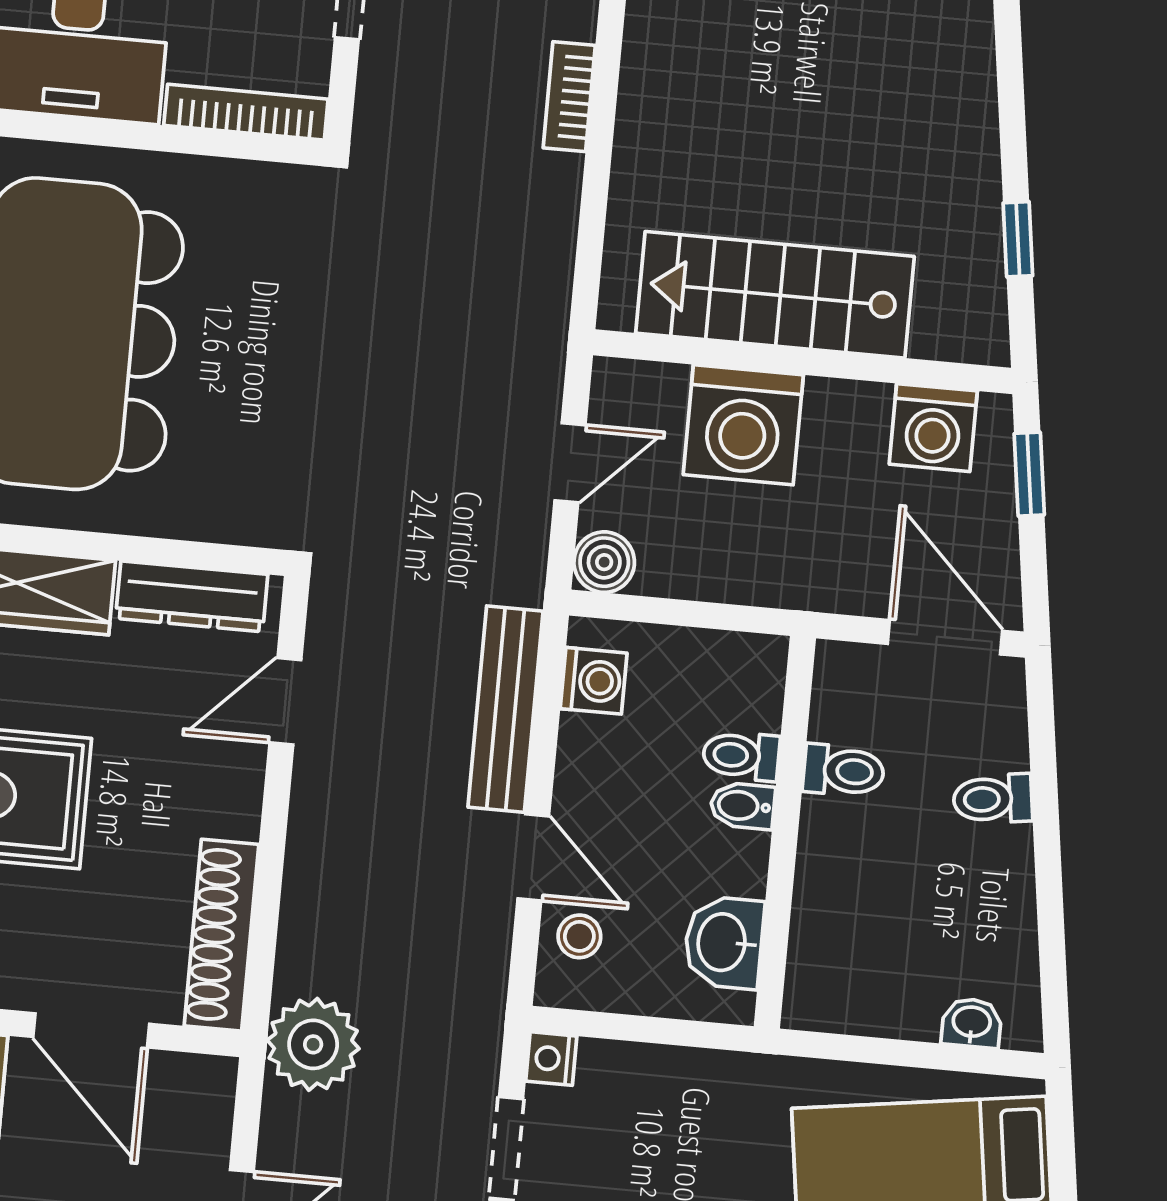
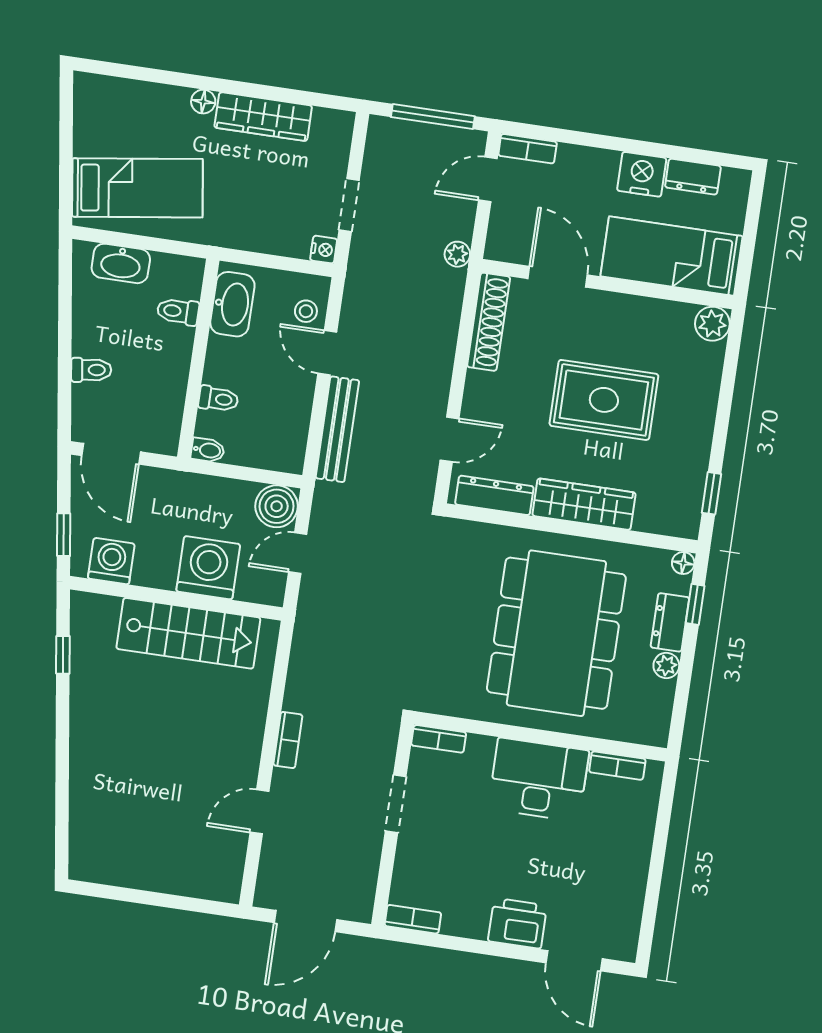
bookcase: (246, 112) -> (439, 739), width x0.64
boiler: (604, 562) -> (277, 506), width x1.36, depth x1.36
washing machine: (594, 681) -> (292, 441), removed
toilet: (844, 771) -> (178, 311), moved
bidet: (743, 806) -> (208, 450), moved
washbasin: (724, 942) -> (232, 304), width x1.38
washbasin: (972, 1023) -> (121, 263), width x1.91, depth x1.45
plant: (313, 1044) -> (457, 254), width x0.53, depth x0.53

